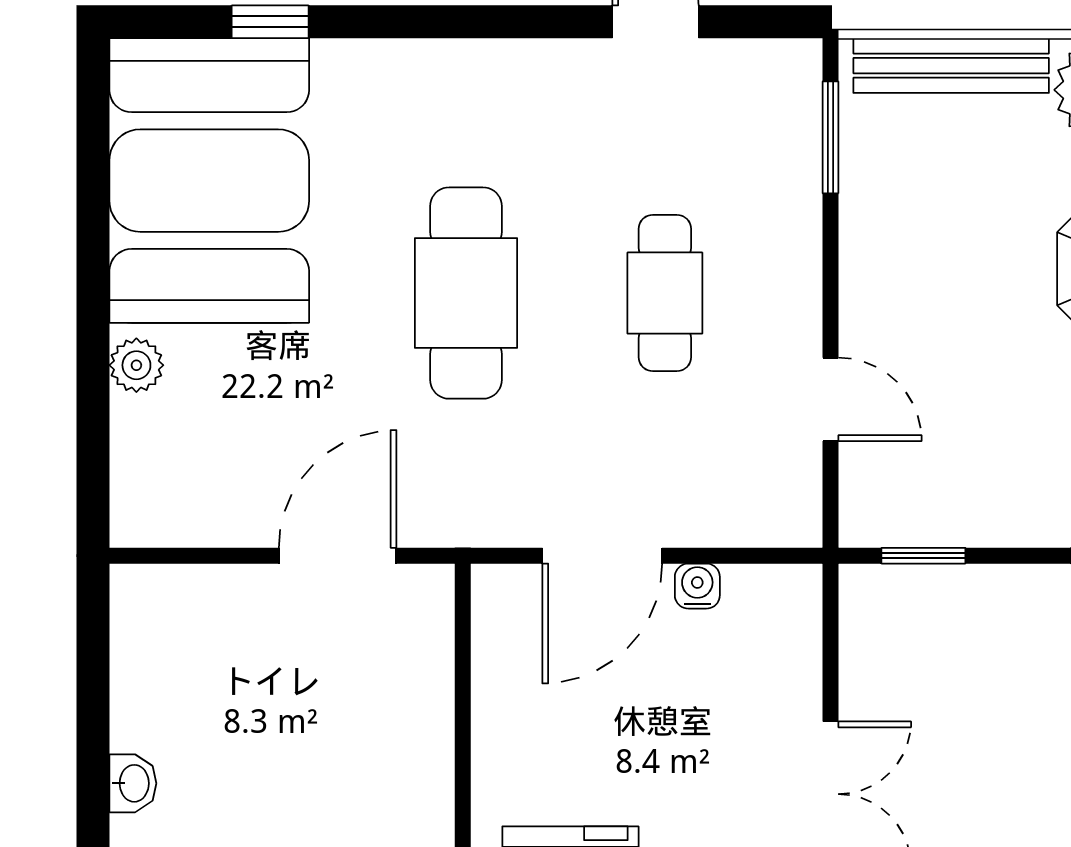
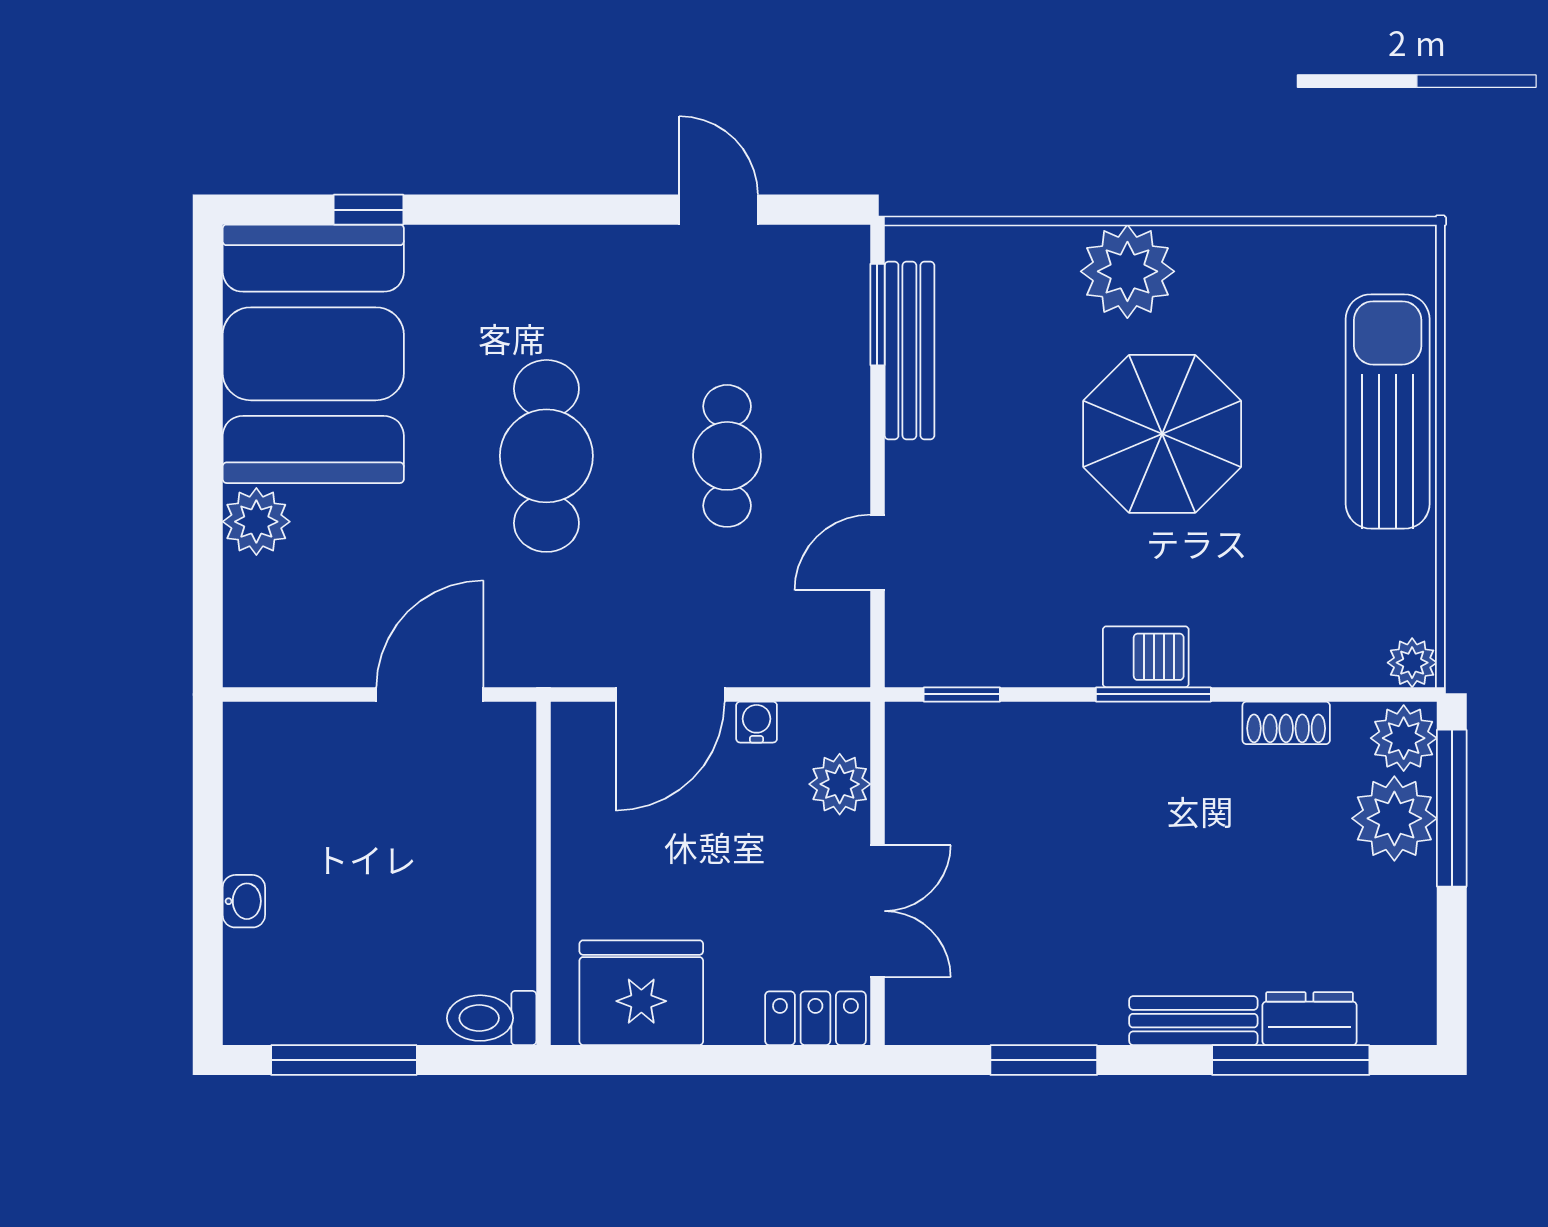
bench: (951, 66) -> (909, 351), moved, turned 90
plant: (136, 365) -> (256, 522), width x1.38, depth x1.38
door: (830, 399) -> (877, 553), swing flipped
plant: (789, 654) -> (840, 784), added

